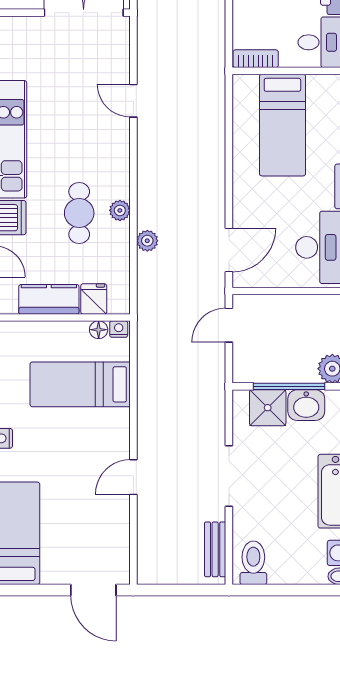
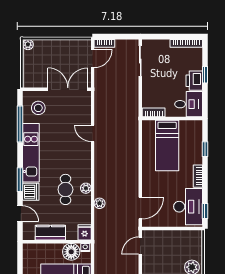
stool: (25, 50) -> (38, 108), added
fridge: (94, 299) -> (85, 232), moved
floor lamp: (99, 330) -> (71, 252), width x1.89, depth x1.89

